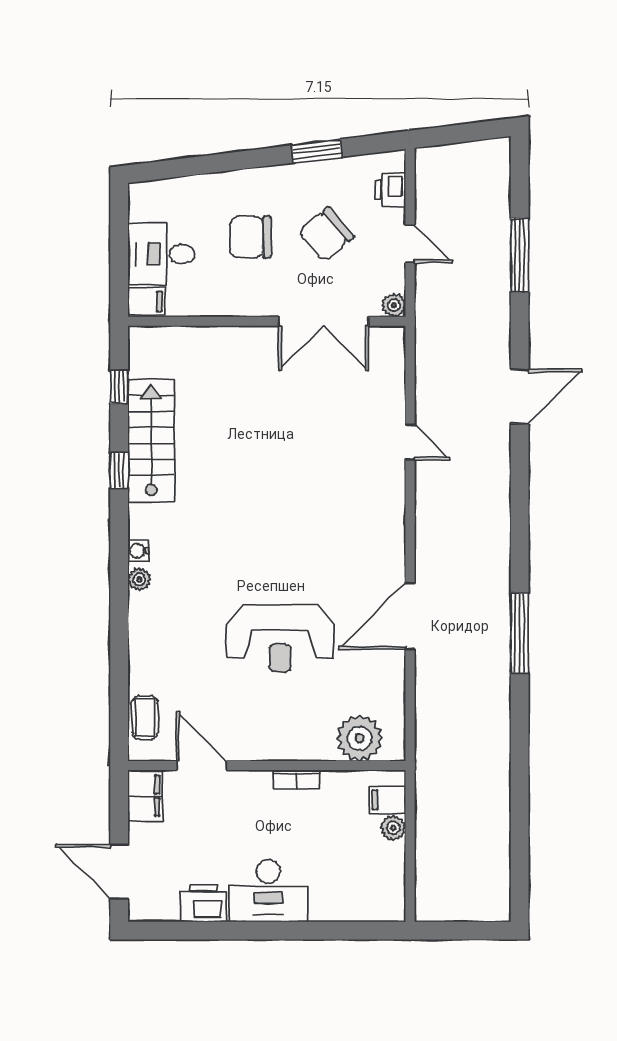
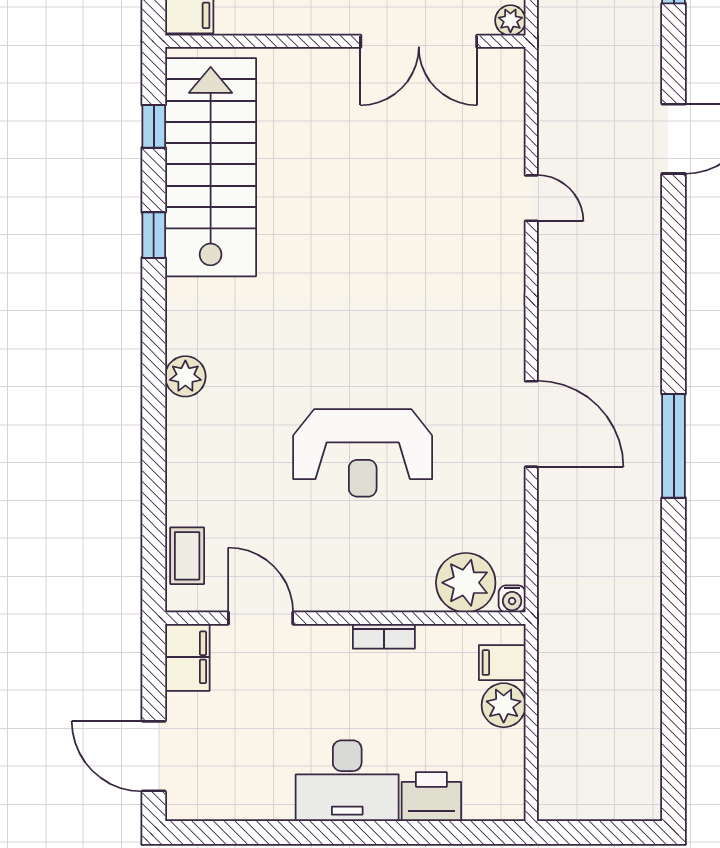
stairs: (151, 441) -> (211, 167), width x1.36, depth x1.51
water cooler: (138, 551) -> (512, 599), moved, turned -90
plant: (139, 579) -> (185, 376), width x1.38, depth x1.38
door: (410, 616) -> (531, 424), swing flipped
plant: (393, 828) -> (504, 705), width x1.38, depth x1.38
printer: (203, 903) -> (431, 797), moved

